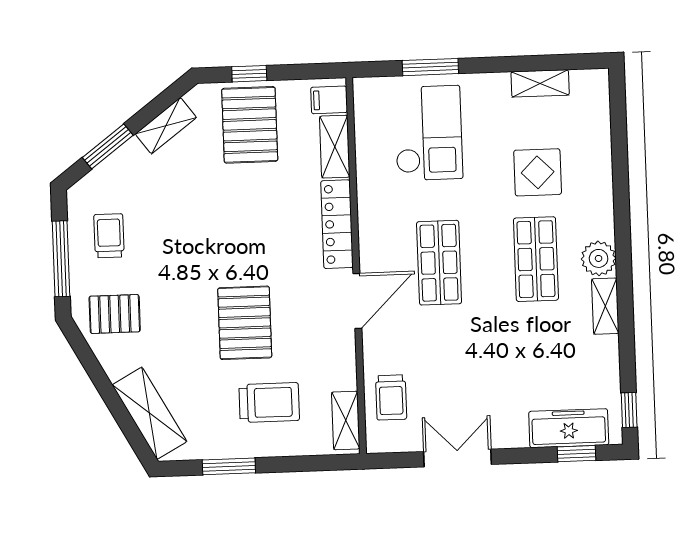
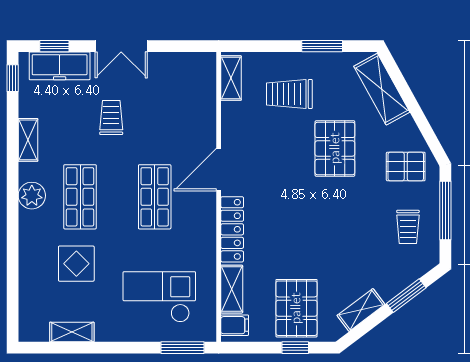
window: (430, 67) -> (182, 348), moved
checkout: (428, 133) -> (159, 297), turned 90
shelving: (605, 306) -> (28, 140), moved
pallet: (245, 323) -> (335, 148), moved
trolley: (391, 397) -> (111, 118), moved
double door: (458, 458) -> (121, 46), moved

